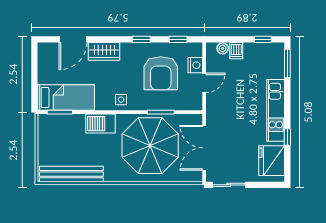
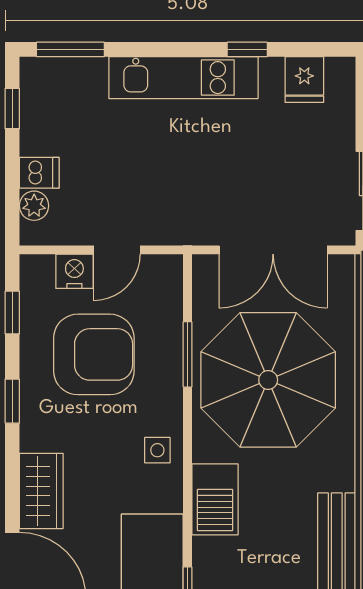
door: (204, 83) -> (117, 250), swing flipped
fridge: (272, 161) -> (304, 80), width x0.53, depth x0.75

